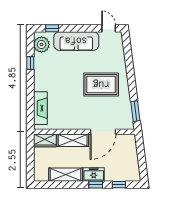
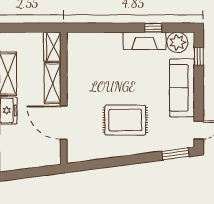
rug: (101, 85) -> (125, 120), turned 90
fireplace: (40, 108) -> (144, 41), moved
window: (135, 111) -> (176, 154), moved

